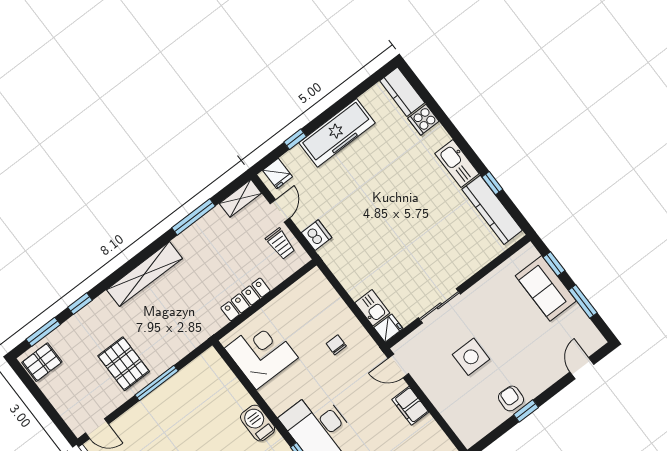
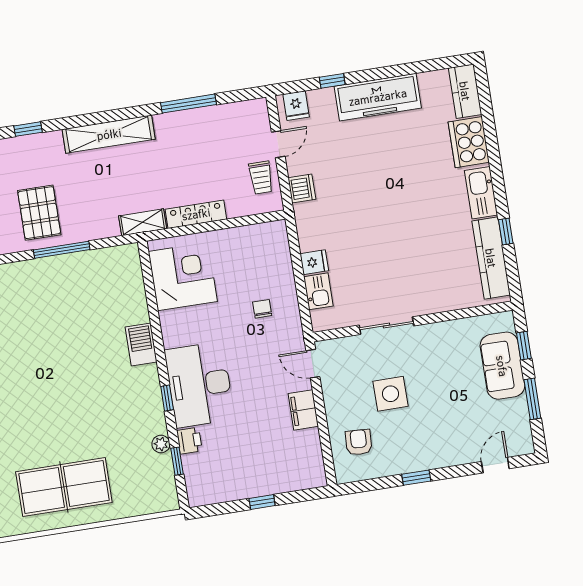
cooker: (423, 120) -> (469, 142), width x1.87, depth x1.31
shelving: (240, 198) -> (143, 222), moved
fridge: (388, 328) -> (314, 262), moved
armchair: (511, 398) -> (359, 442), moved

